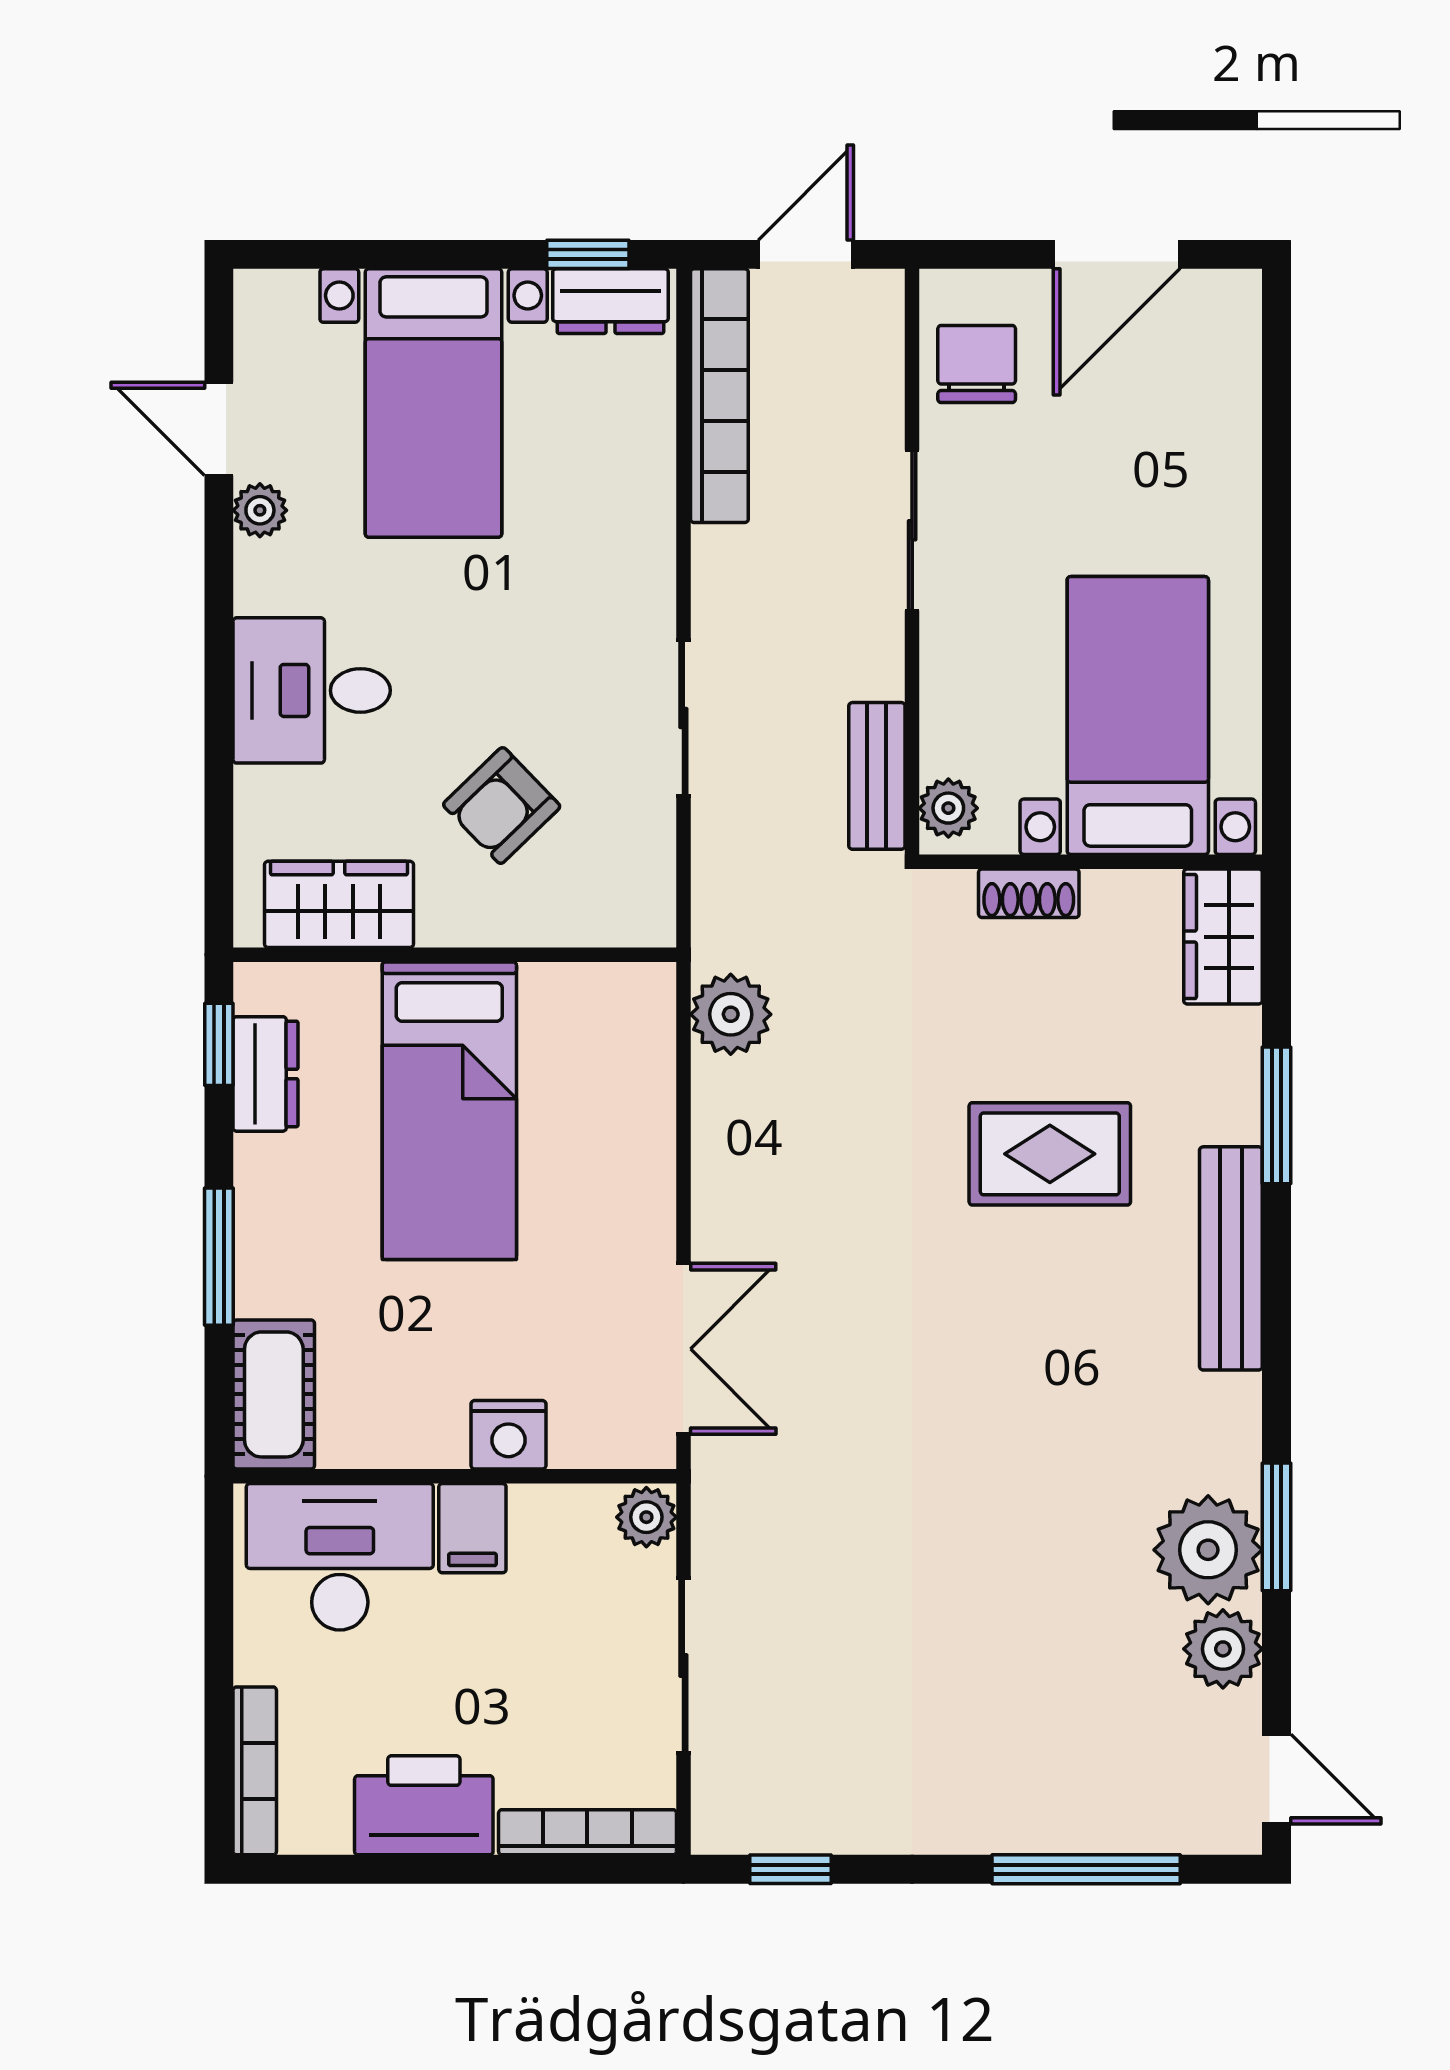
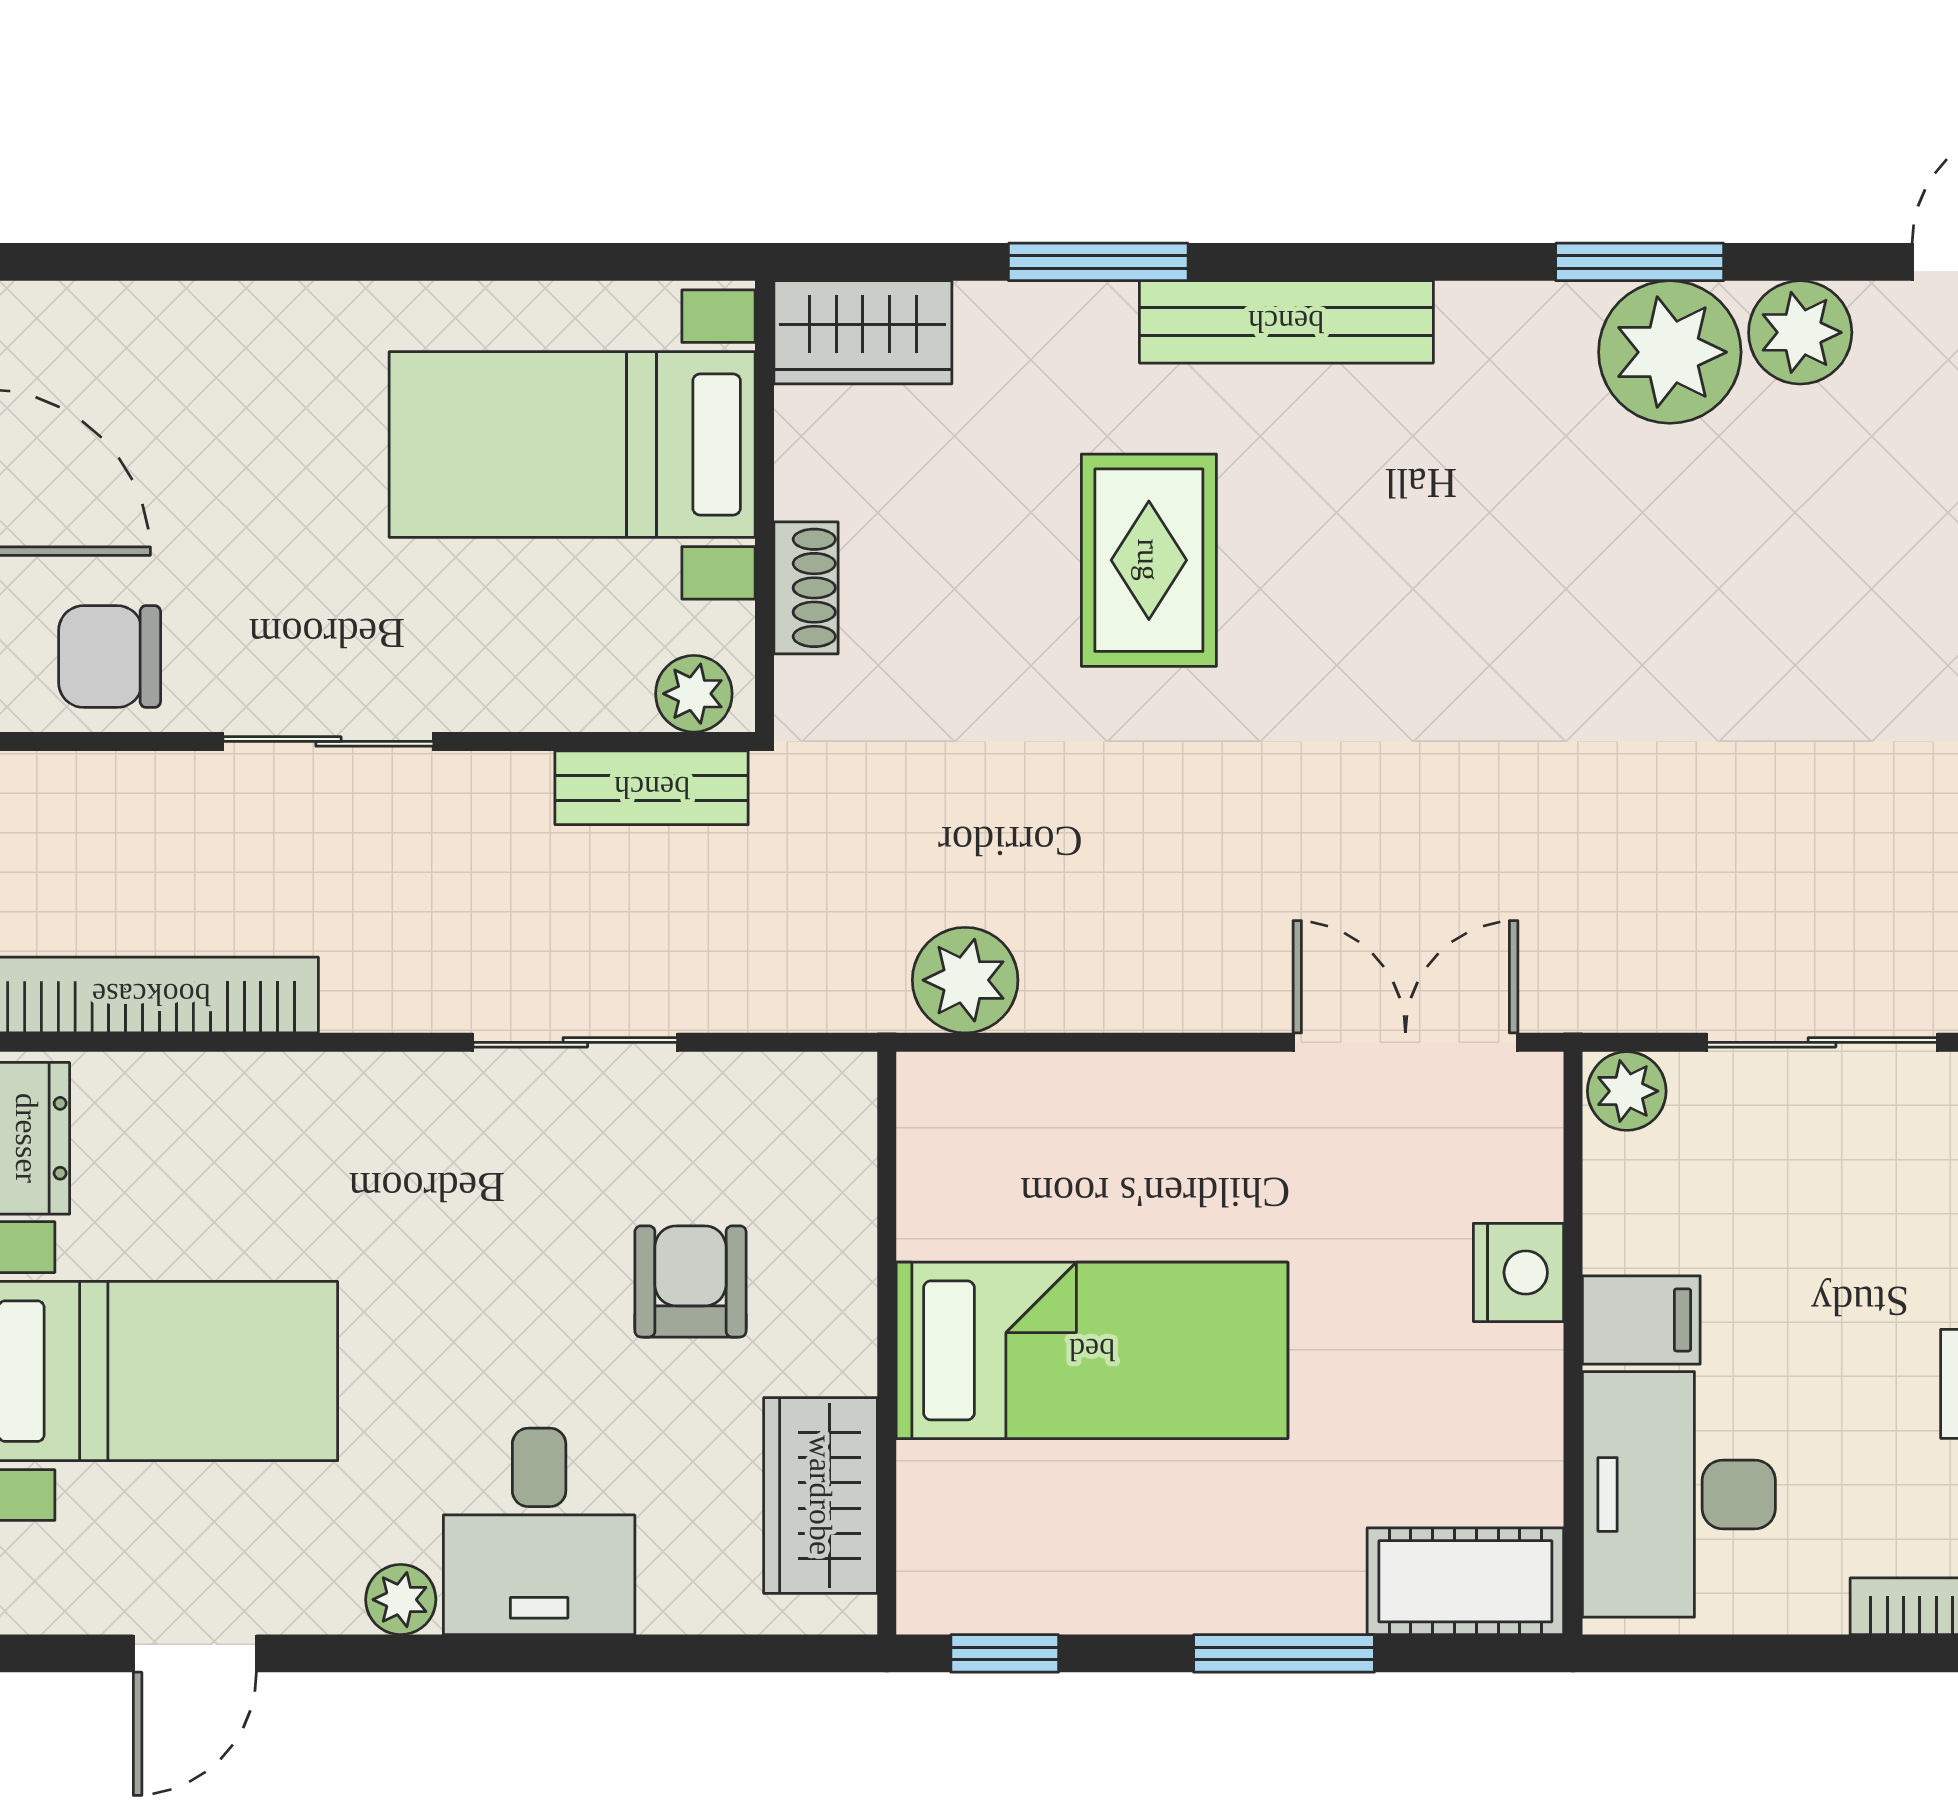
plant: (260, 510) -> (401, 1600), moved
armchair: (502, 806) -> (690, 1281), turned -136
dresser: (266, 1074) -> (1044, 1592), removed

